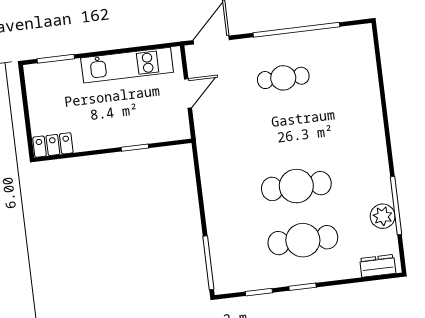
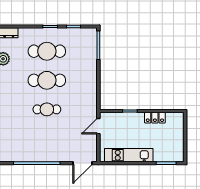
cafe table: (283, 78) -> (47, 109), moved
door: (188, 93) -> (98, 126), moved
locker: (53, 145) -> (155, 118), moved

